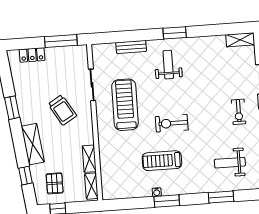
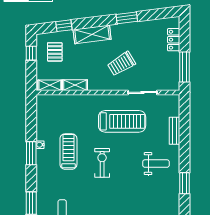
window: (175, 33) -> (185, 183), moved
pallet: (55, 183) -> (55, 52), turned 90

